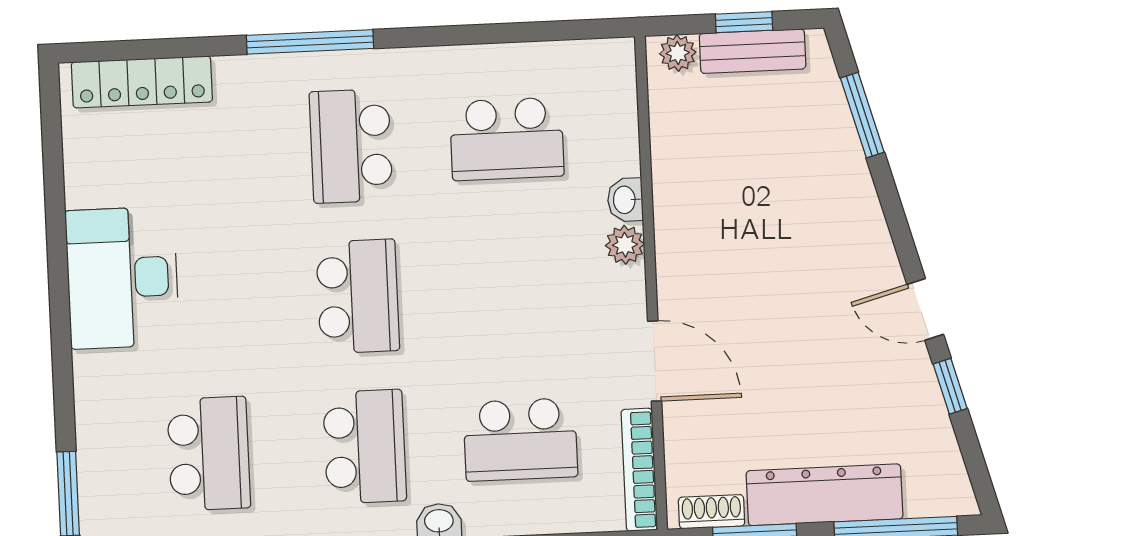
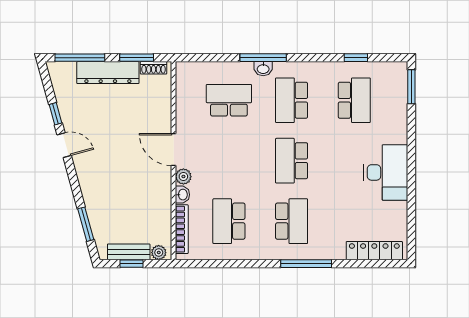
school desk: (507, 139) -> (229, 221), turned -90
door: (655, 361) -> (174, 150), moved
school desk: (209, 454) -> (354, 100), turned 180
bookcase: (639, 470) -> (182, 229), moved

